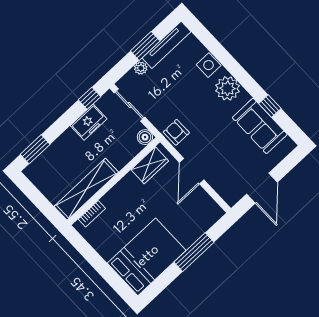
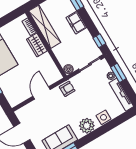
window: (145, 46) -> (118, 73), moved
freezer: (89, 122) -> (76, 23), moved
wardrobe: (150, 165) -> (37, 45), moved
door: (192, 171) -> (42, 93), hinge flipped

